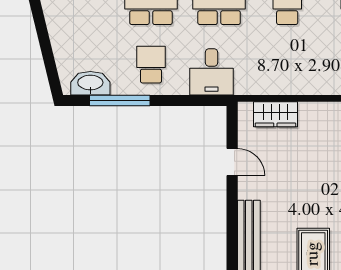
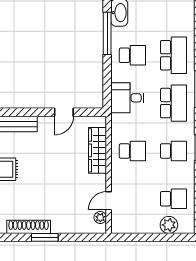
school desk: (287, 65) -> (132, 151), added
wardrobe: (275, 114) -> (98, 150), width x1.50

